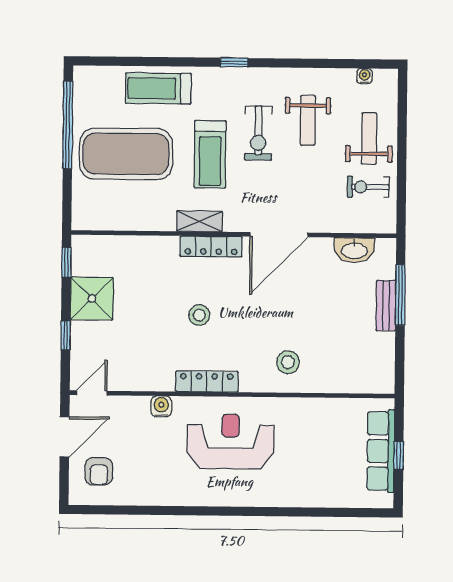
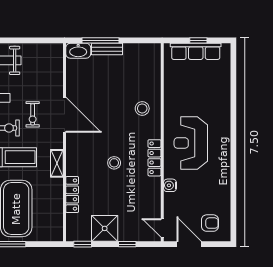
exercise bike: (368, 187) -> (33, 114), moved
locker: (211, 246) -> (72, 195), moved
washbasin: (354, 250) -> (78, 51), moved, turned 90

